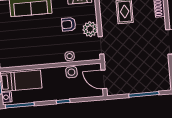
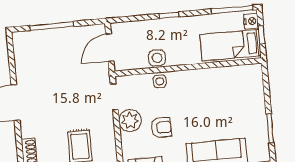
door: (104, 79) -> (110, 47), swing flipped

